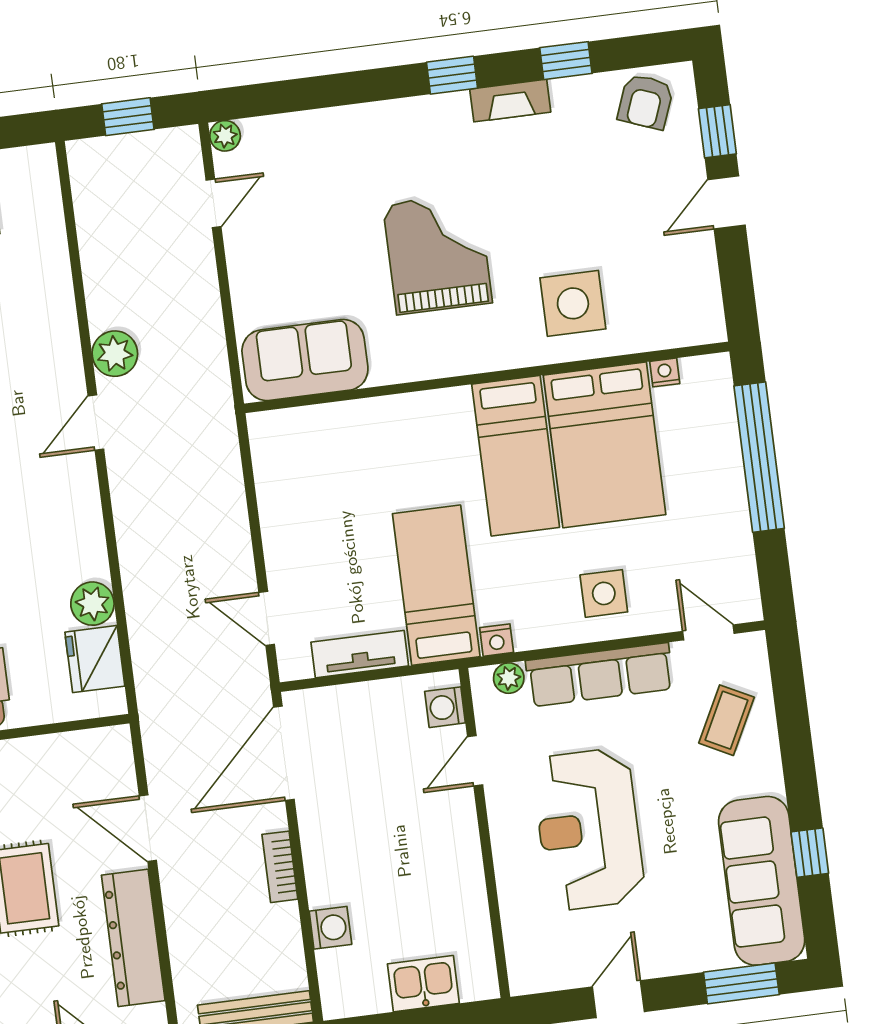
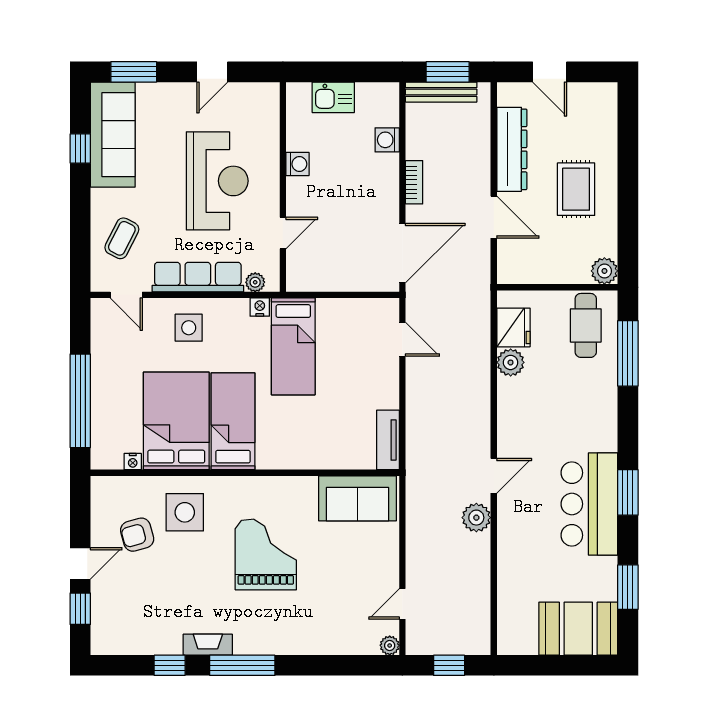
window: (452, 75) -> (242, 665), width x2.17
armchair: (645, 102) -> (137, 535), moved, turned -127
grand piano: (437, 254) -> (266, 554), turned 180
tv unit: (360, 654) -> (388, 440), moved, turned 90
washing machine: (445, 707) -> (298, 164), moved

